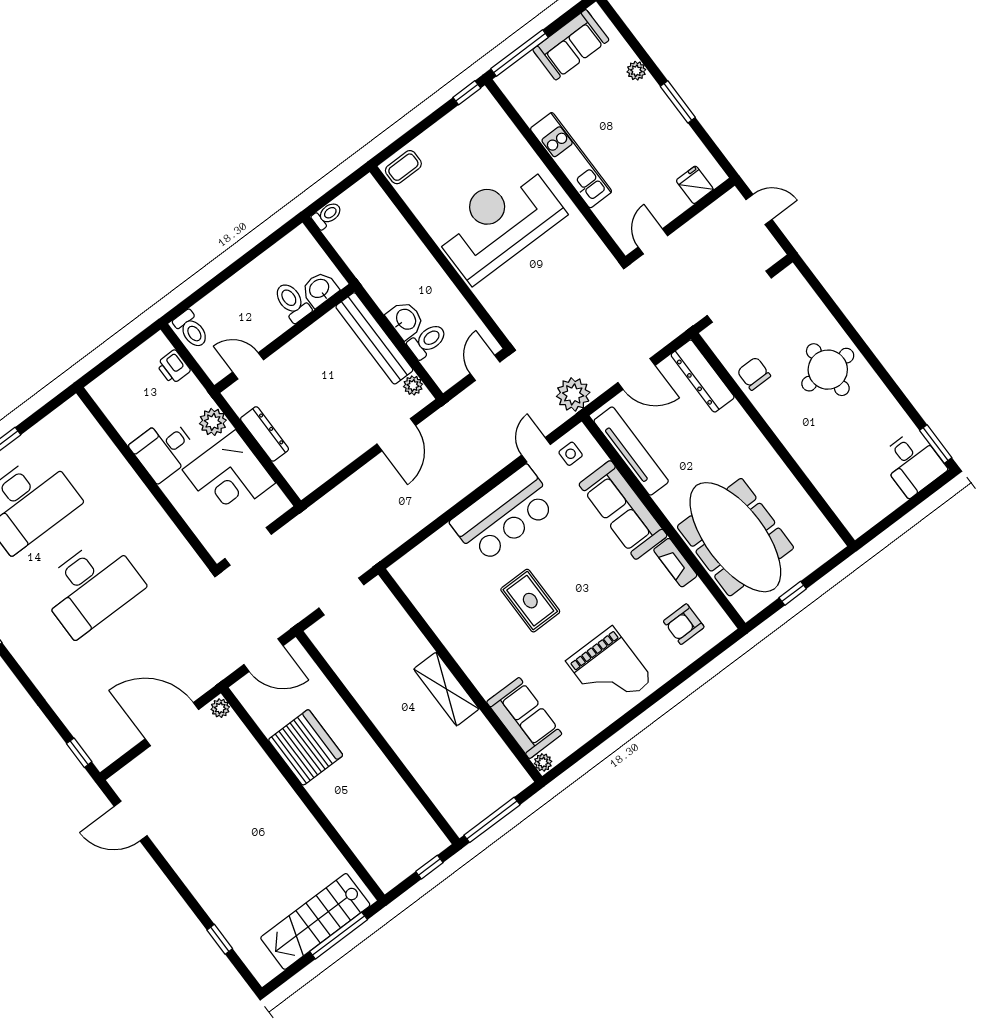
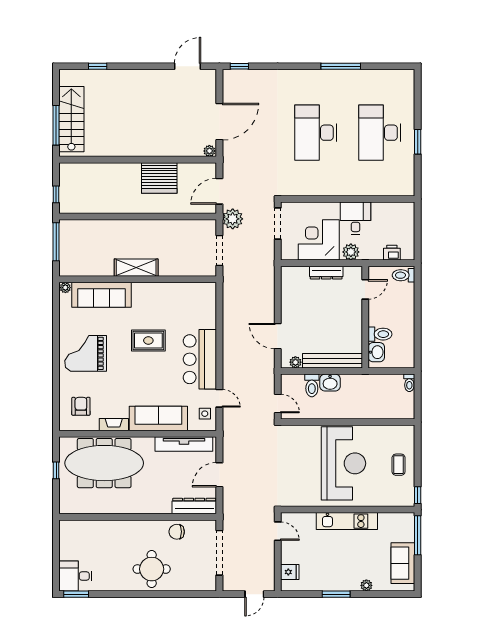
coffee table: (403, 167) -> (399, 465), moved
chair: (754, 374) -> (177, 532), turned 180
plant: (573, 394) -> (233, 219), moved
sofa: (524, 718) -> (102, 295), width x1.36

